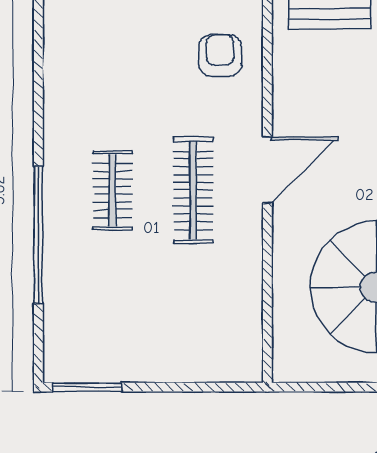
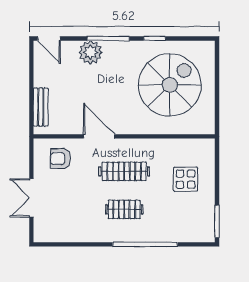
door: (267, 170) -> (99, 136), moved
display table: (177, 321) -> (186, 179), added

